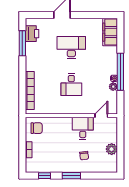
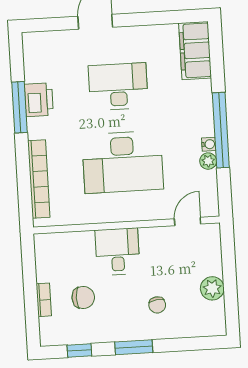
printer: (32, 34) -> (39, 100), moved
window: (22, 43) -> (19, 107), moved
desk: (71, 85) -> (123, 162), width x1.87, depth x1.30
chair: (37, 128) -> (83, 297), moved
desk: (83, 128) -> (117, 252), moved

